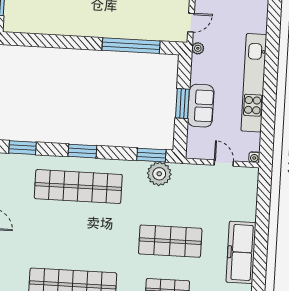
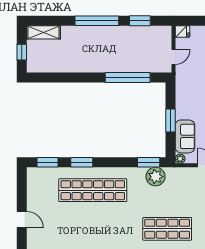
plant: (198, 48) -> (180, 159), moved
sofa: (201, 106) -> (185, 136), moved
window: (82, 151) -> (82, 162), moved

